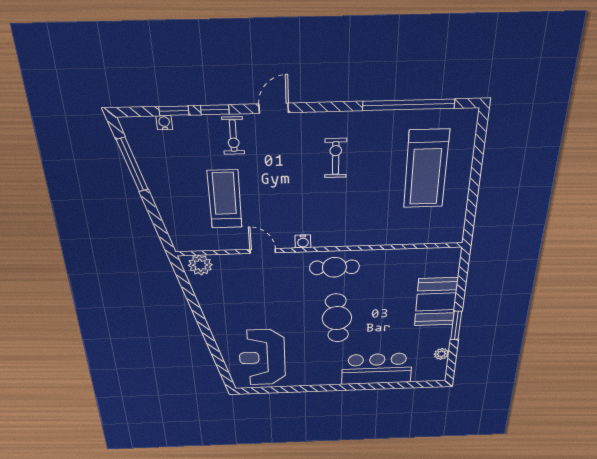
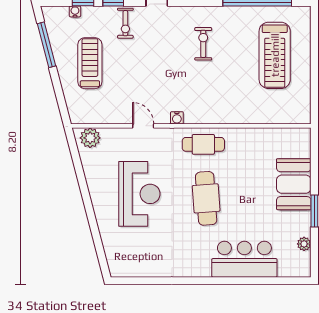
treadmill: (225, 199) -> (90, 63), moved
reception desk: (262, 358) -> (139, 194), moved, turned 180

